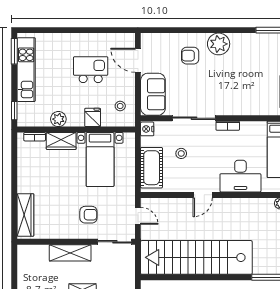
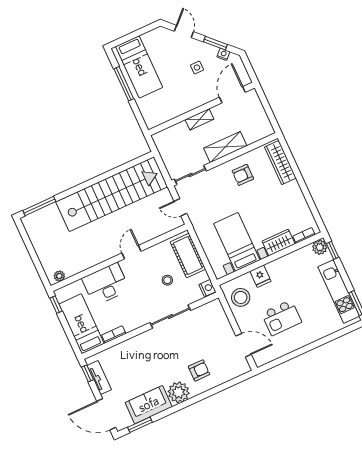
sofa: (153, 94) -> (149, 405), moved, turned 90
stool: (120, 106) -> (241, 297), width x1.89, depth x1.89
plant: (58, 119) -> (320, 247), moved
bookcase: (228, 126) -> (114, 334), moved
armchair: (88, 215) -> (243, 175), moved

